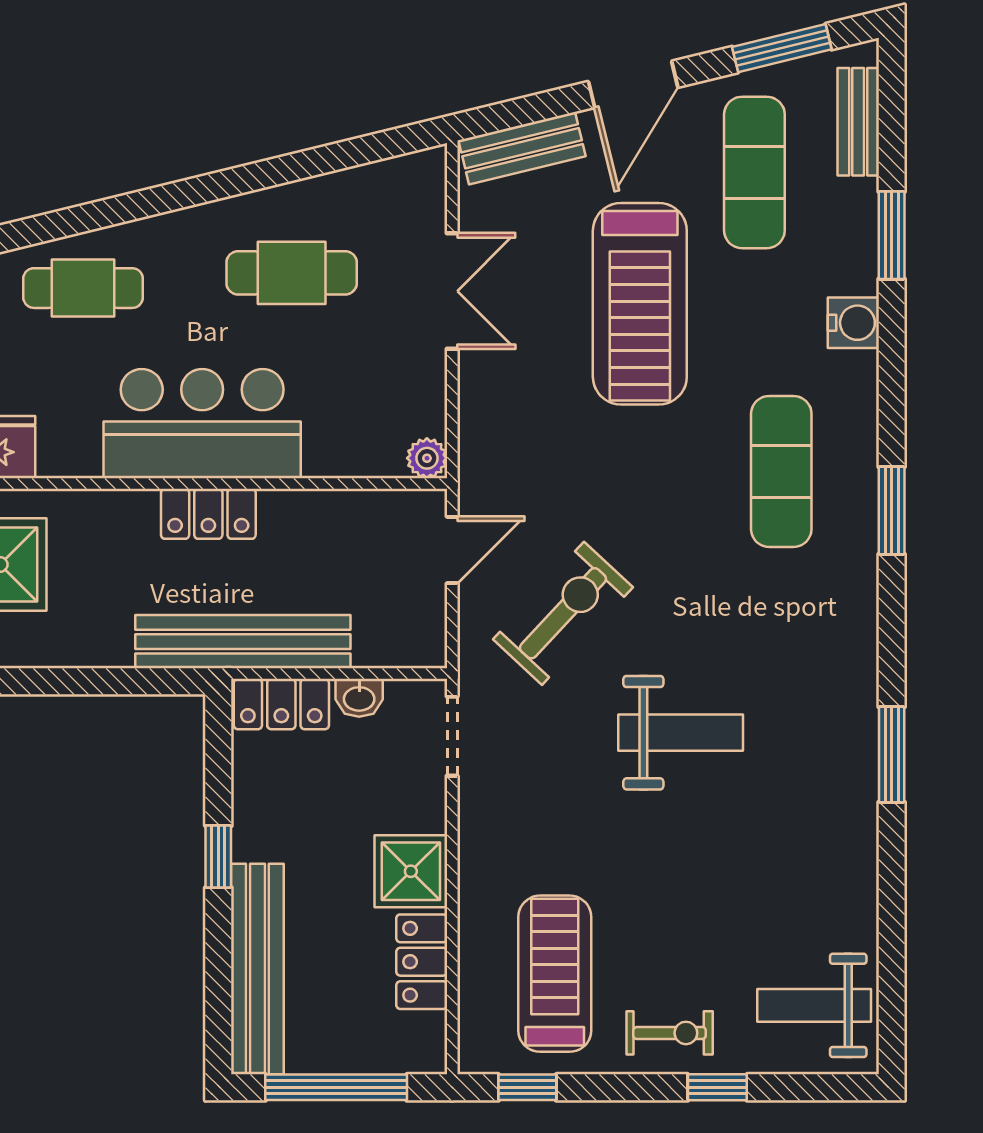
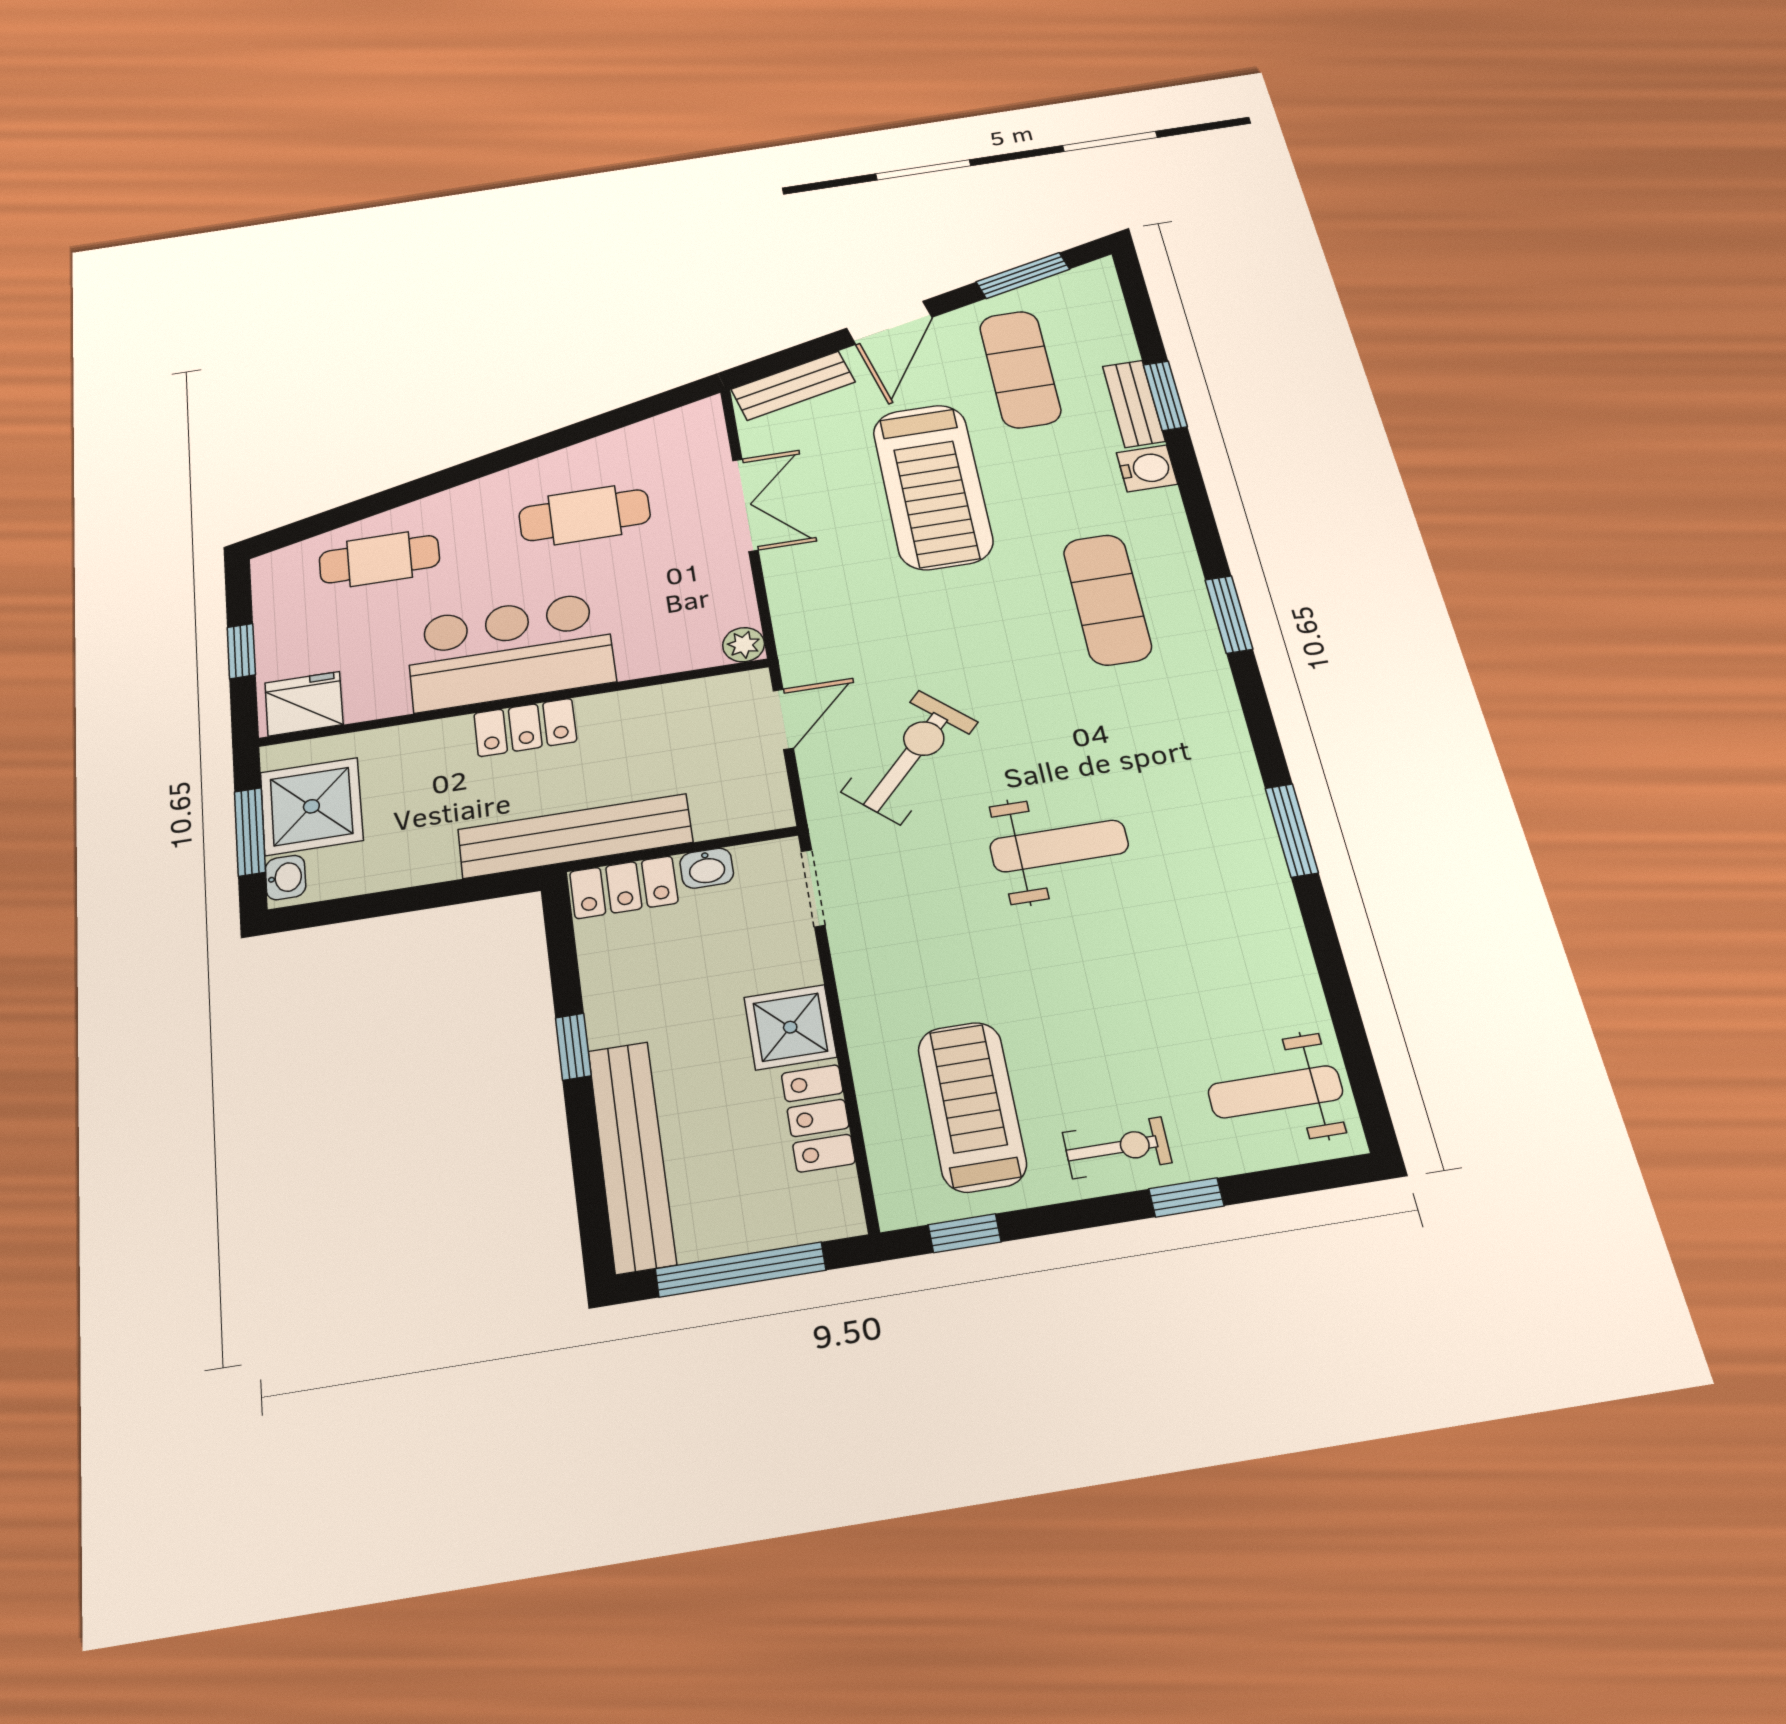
bench: (858, 122) -> (1134, 404), moved

